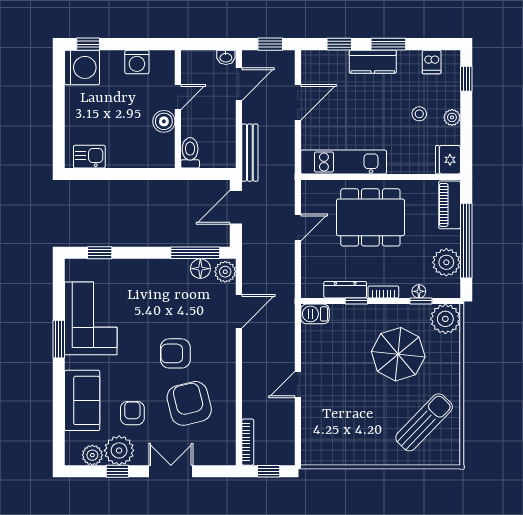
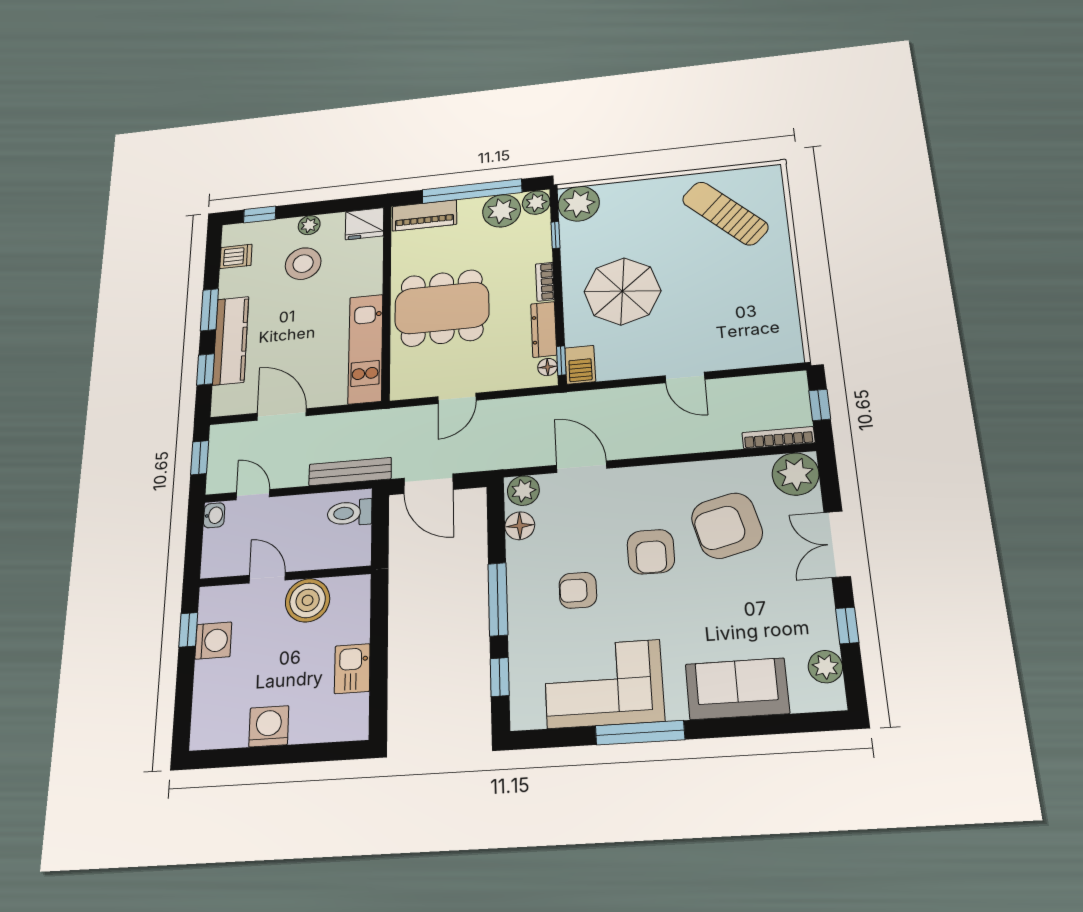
window: (88, 44) -> (188, 630), moved
kitchen counter: (373, 62) -> (231, 340), width x1.50
washing machine: (82, 67) -> (269, 726), moved, width x0.73, depth x0.73
door: (239, 84) -> (253, 495), width x0.73
stool: (419, 114) -> (303, 264), width x1.89, depth x1.89
boiler: (164, 121) -> (308, 600), width x1.37, depth x1.37
toilet: (190, 153) -> (350, 513), moved
kitchen sink: (89, 157) -> (352, 669), moved
dining table: (370, 217) -> (442, 308), turned 90
door: (298, 228) -> (457, 398), swing flipped
window: (195, 253) -> (498, 599), moved
plant: (450, 288) -> (536, 203), added
floor lamp: (419, 291) -> (548, 367), moved
window: (356, 301) -> (561, 361), moved
window: (59, 339) -> (640, 733), width x1.44
parasol: (398, 354) -> (622, 291), moved
armchair: (132, 413) -> (578, 590), moved
plant: (119, 450) -> (796, 474), moved

